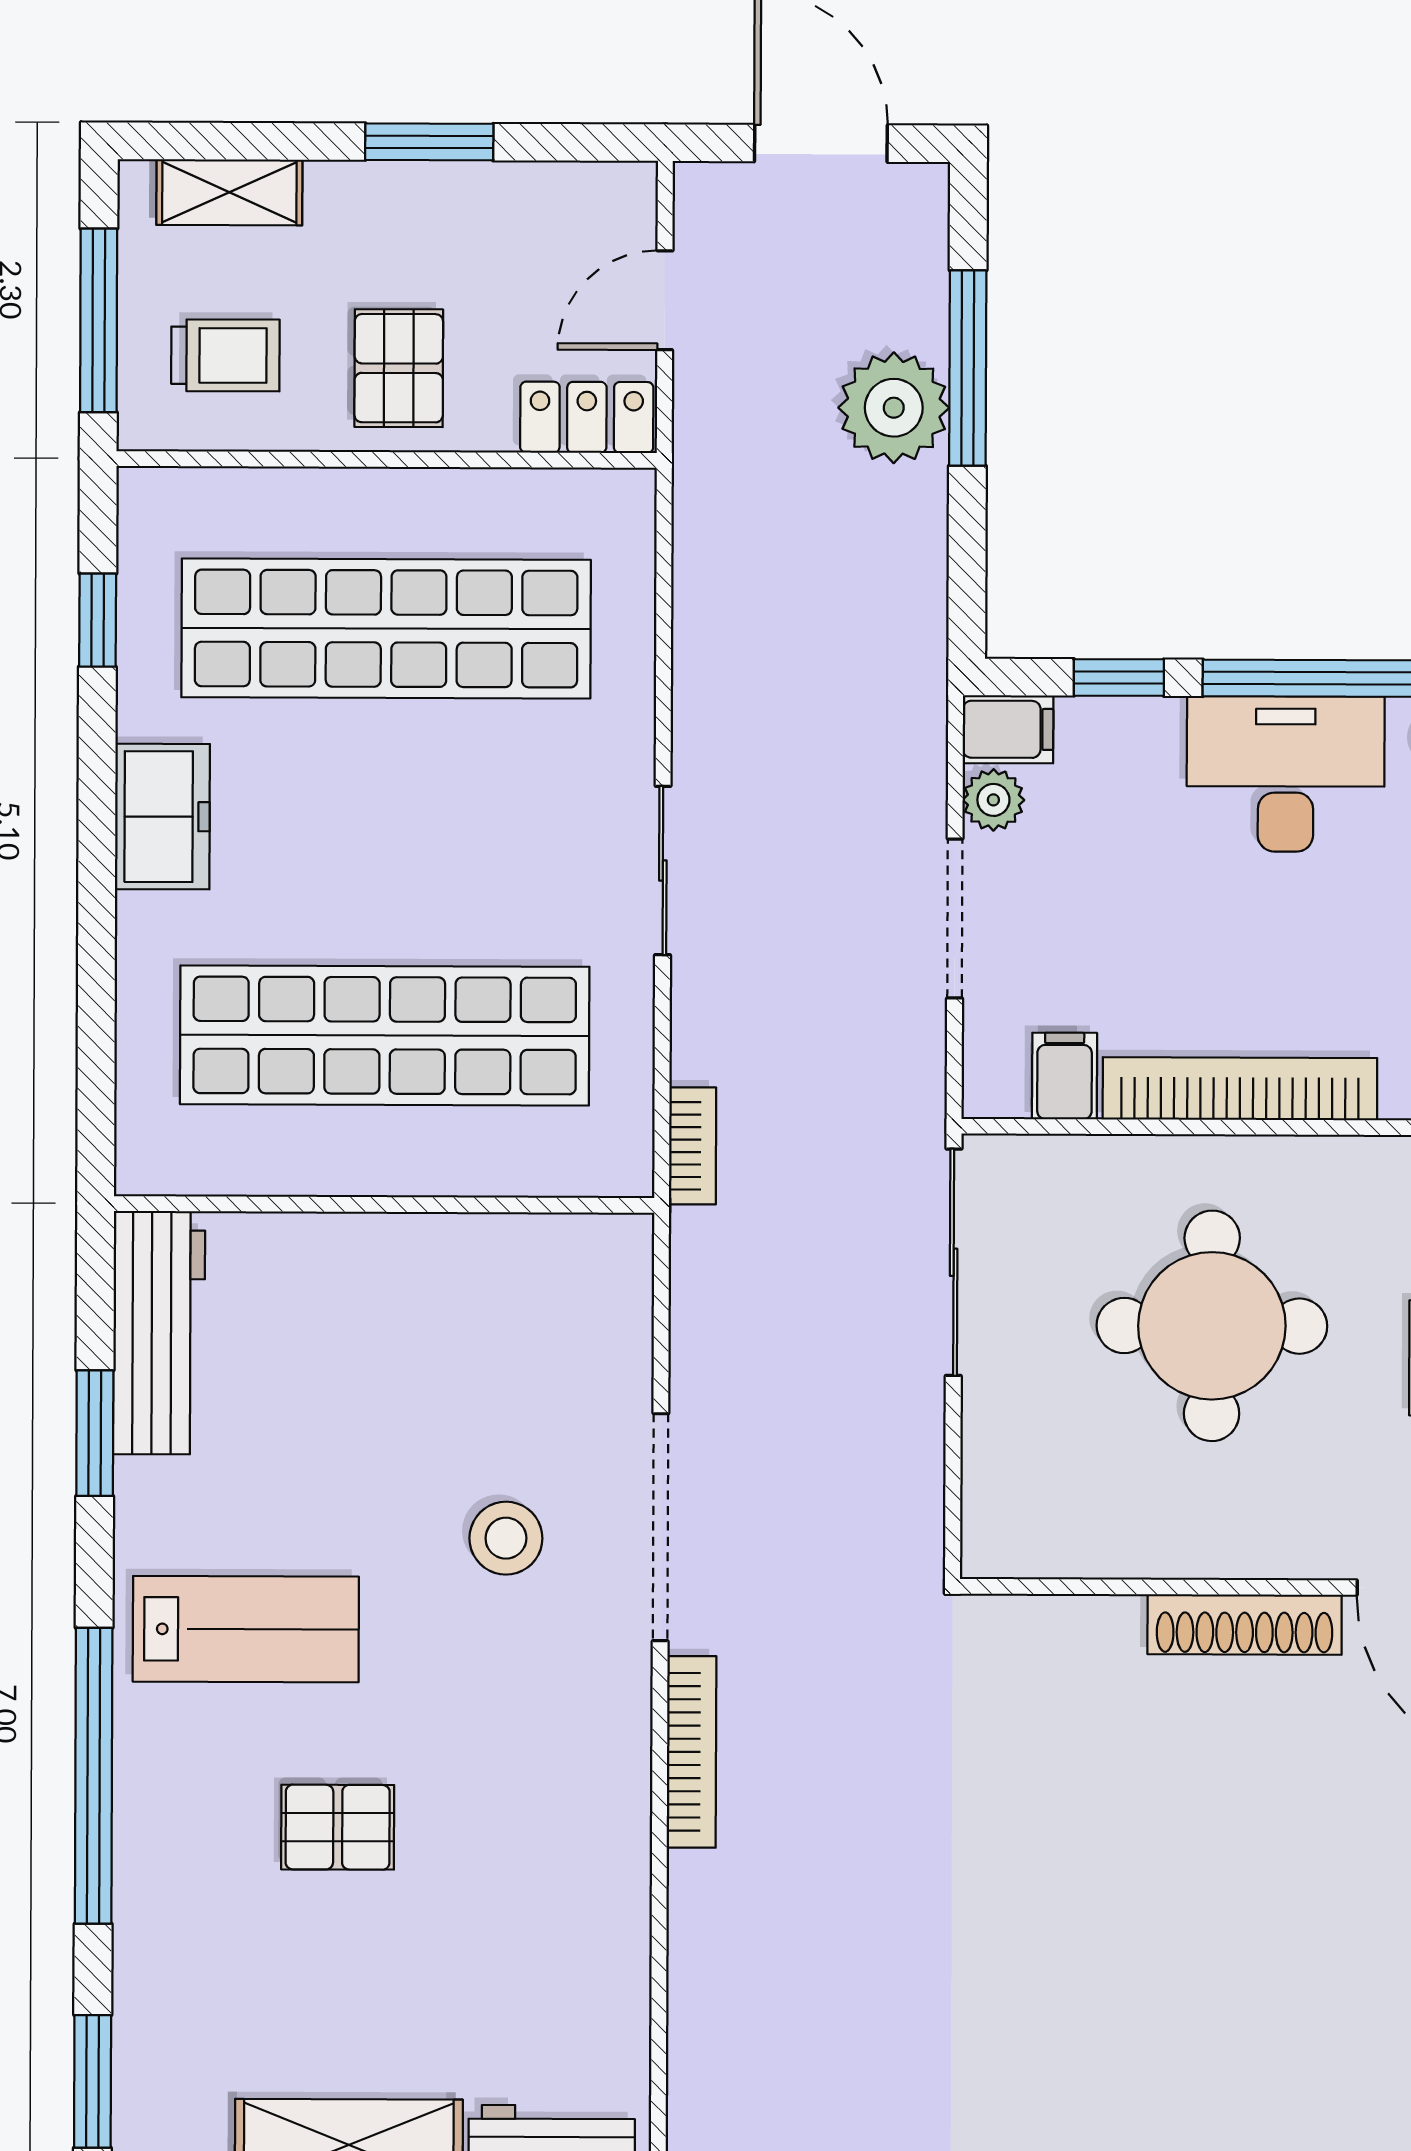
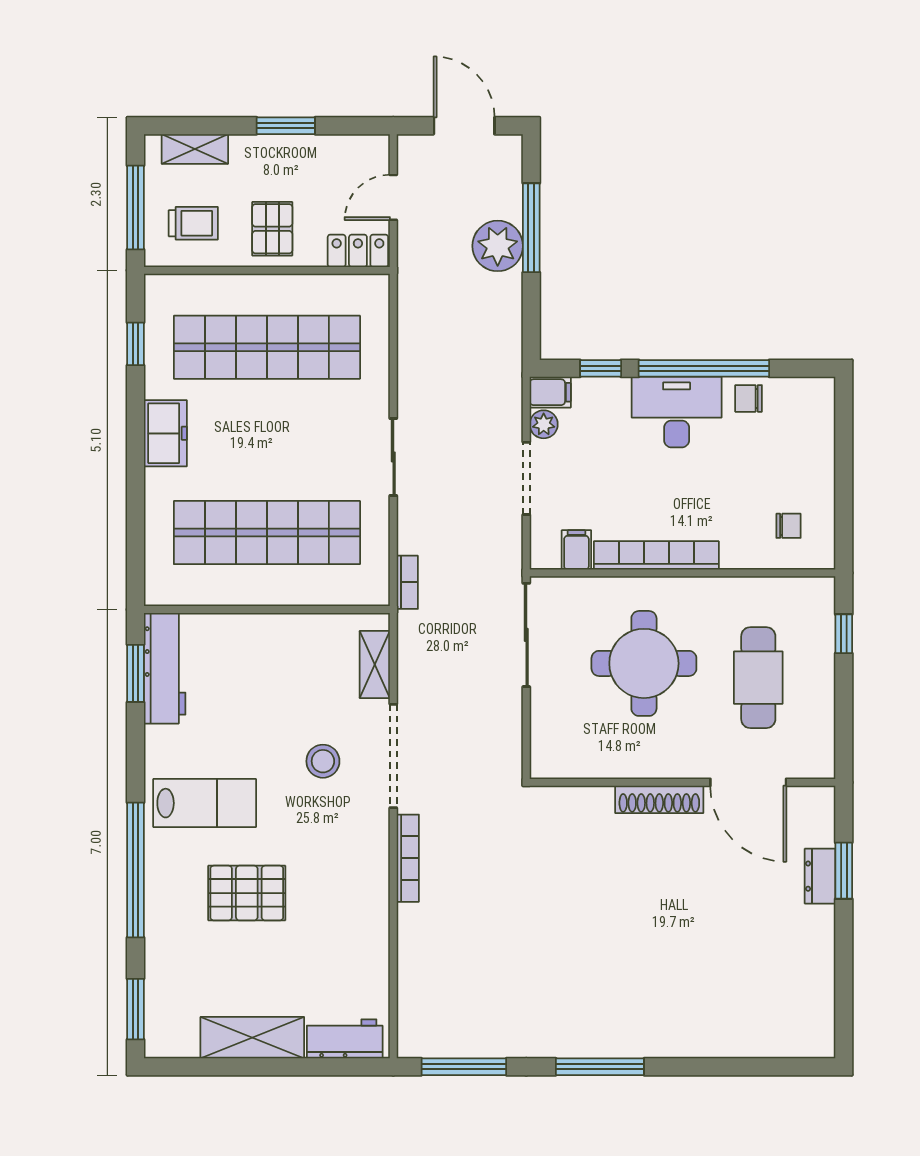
shelving: (621, 1326) -> (375, 665), added
window: (95, 1433) -> (136, 673), moved
pallet: (338, 1827) -> (247, 893), width x1.50, depth x1.42

